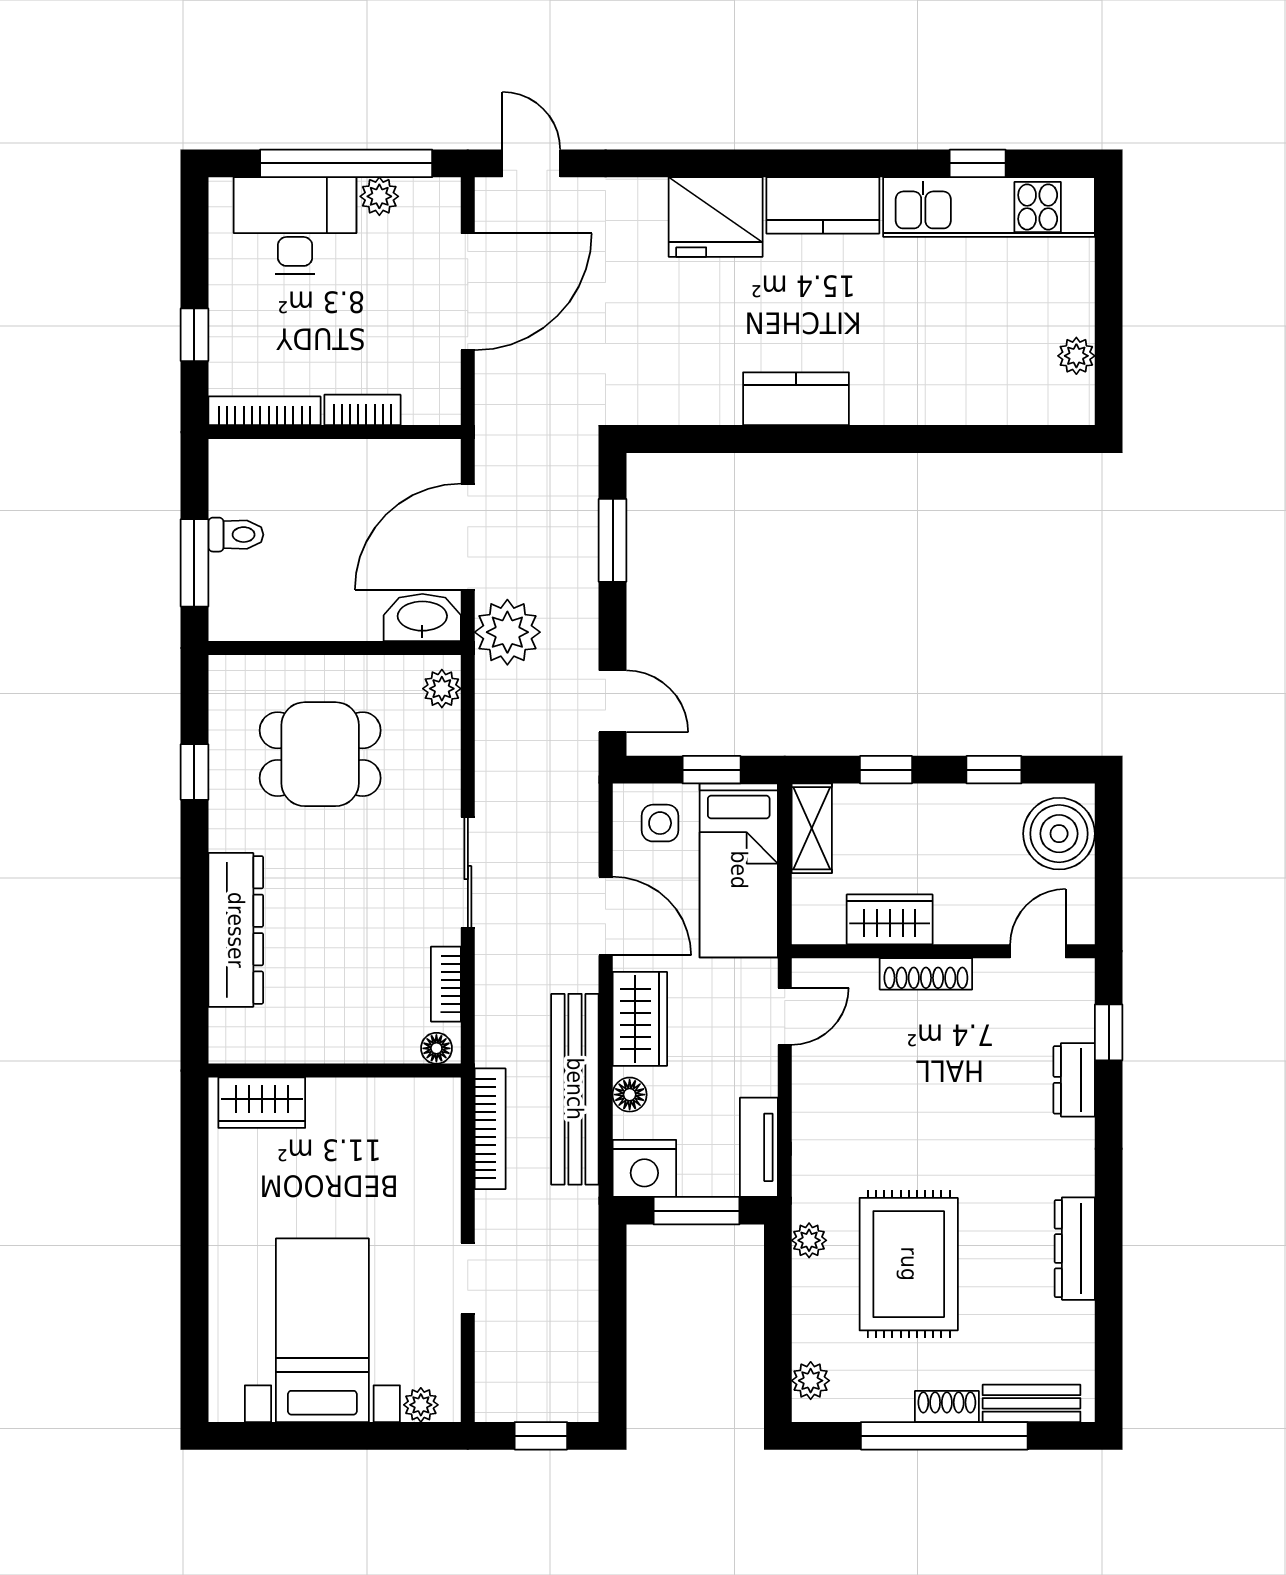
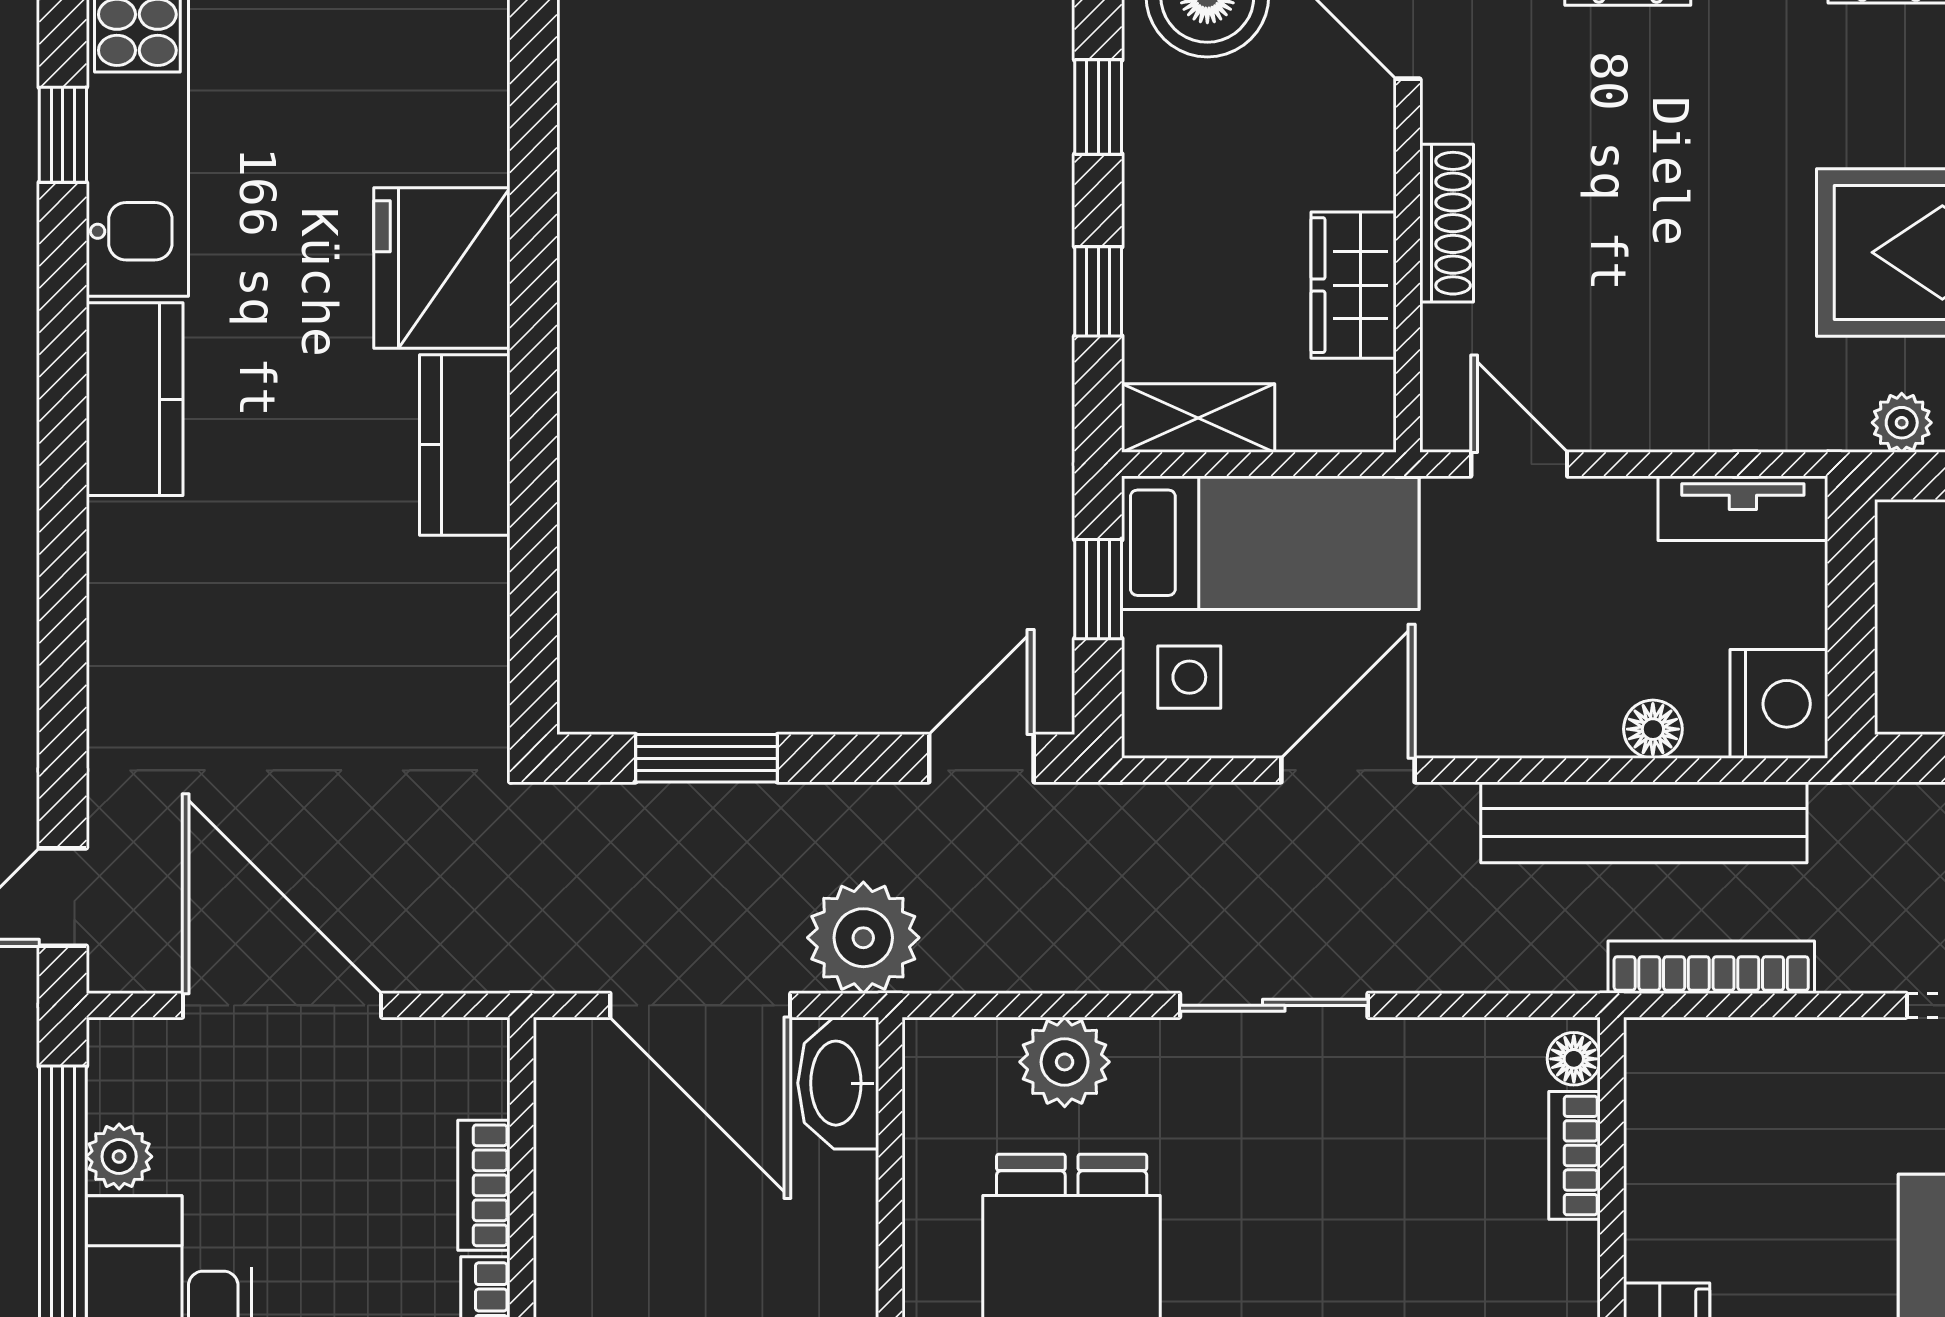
fridge: (716, 217) -> (442, 268), moved, turned 180
plant: (442, 689) -> (1065, 1062), moved, width x1.38, depth x1.38
bookcase: (446, 984) -> (1575, 1155), moved, turned 90
wardrobe: (640, 1019) -> (1524, 712), removed
window: (696, 1211) -> (1851, 615), removed

